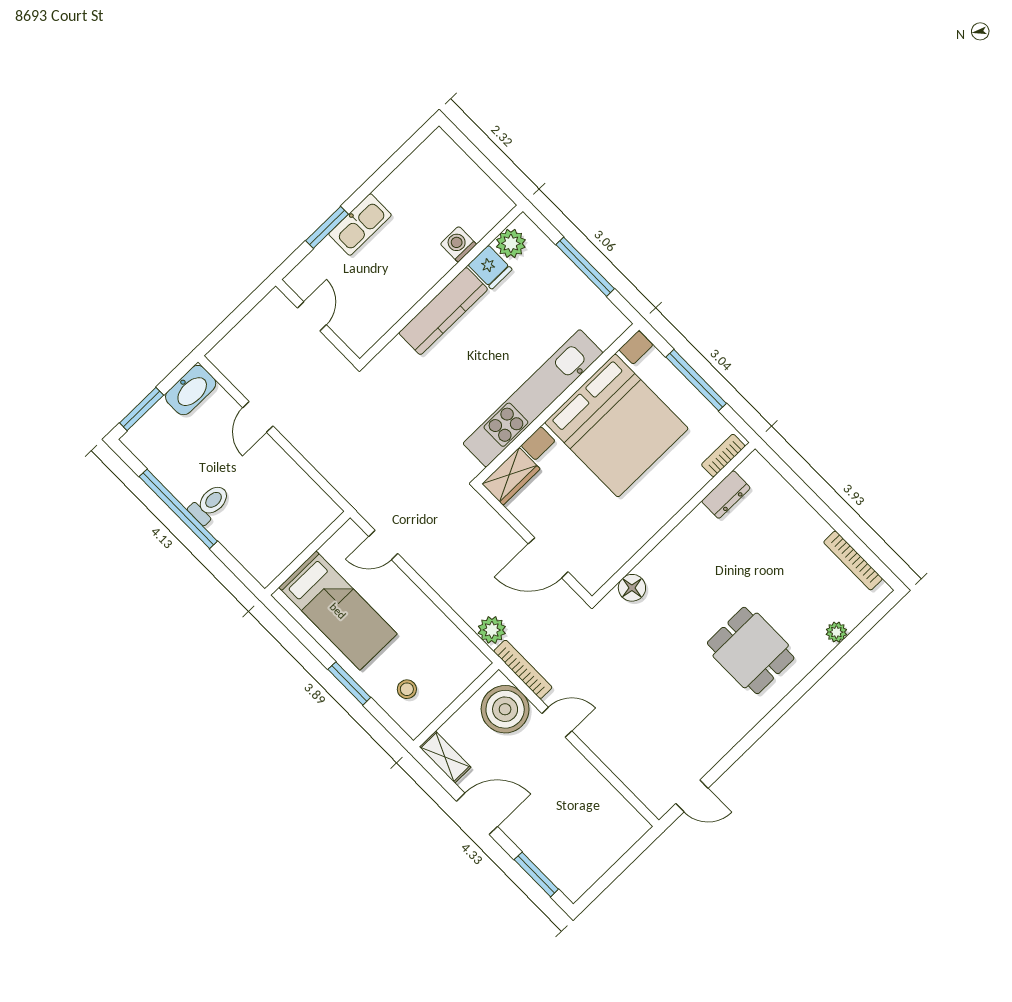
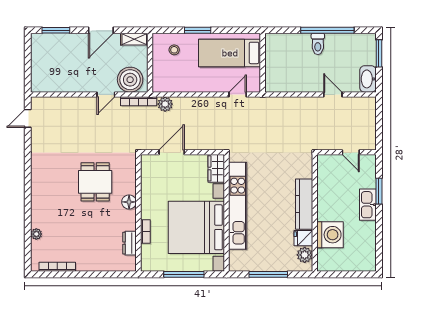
washing machine: (458, 244) -> (330, 235), width x1.89, depth x1.89
bookcase: (723, 455) -> (145, 232), moved
floor lamp: (632, 588) -> (129, 202), moved
dining table: (751, 650) -> (95, 182), moved, turned 90

